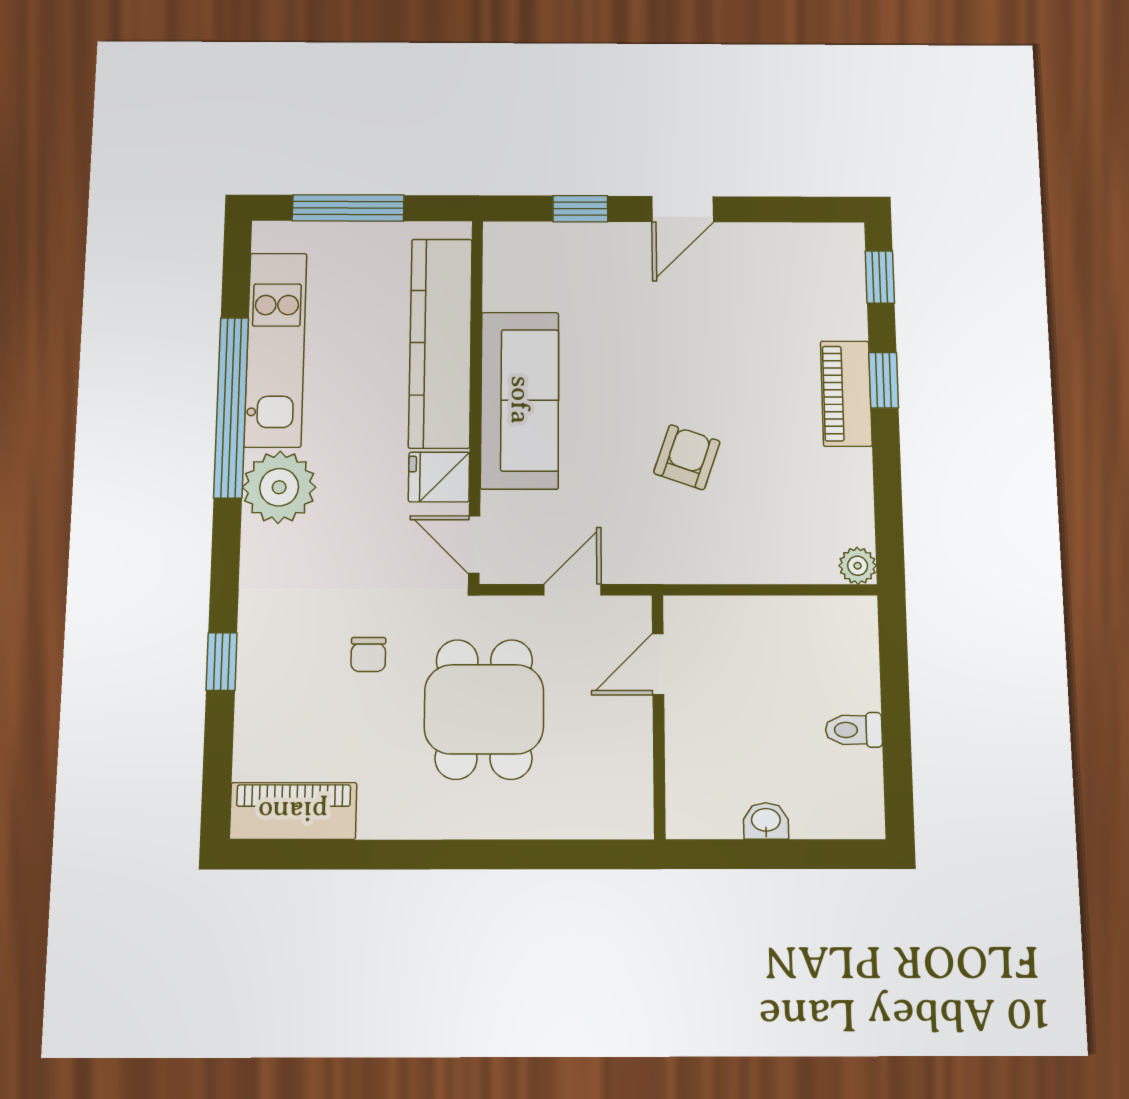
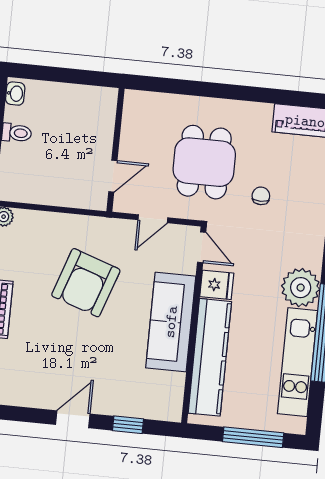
armchair: (687, 457) -> (86, 283), width x1.88, depth x1.88
washbasin: (766, 821) -> (15, 94), moved, turned -90

